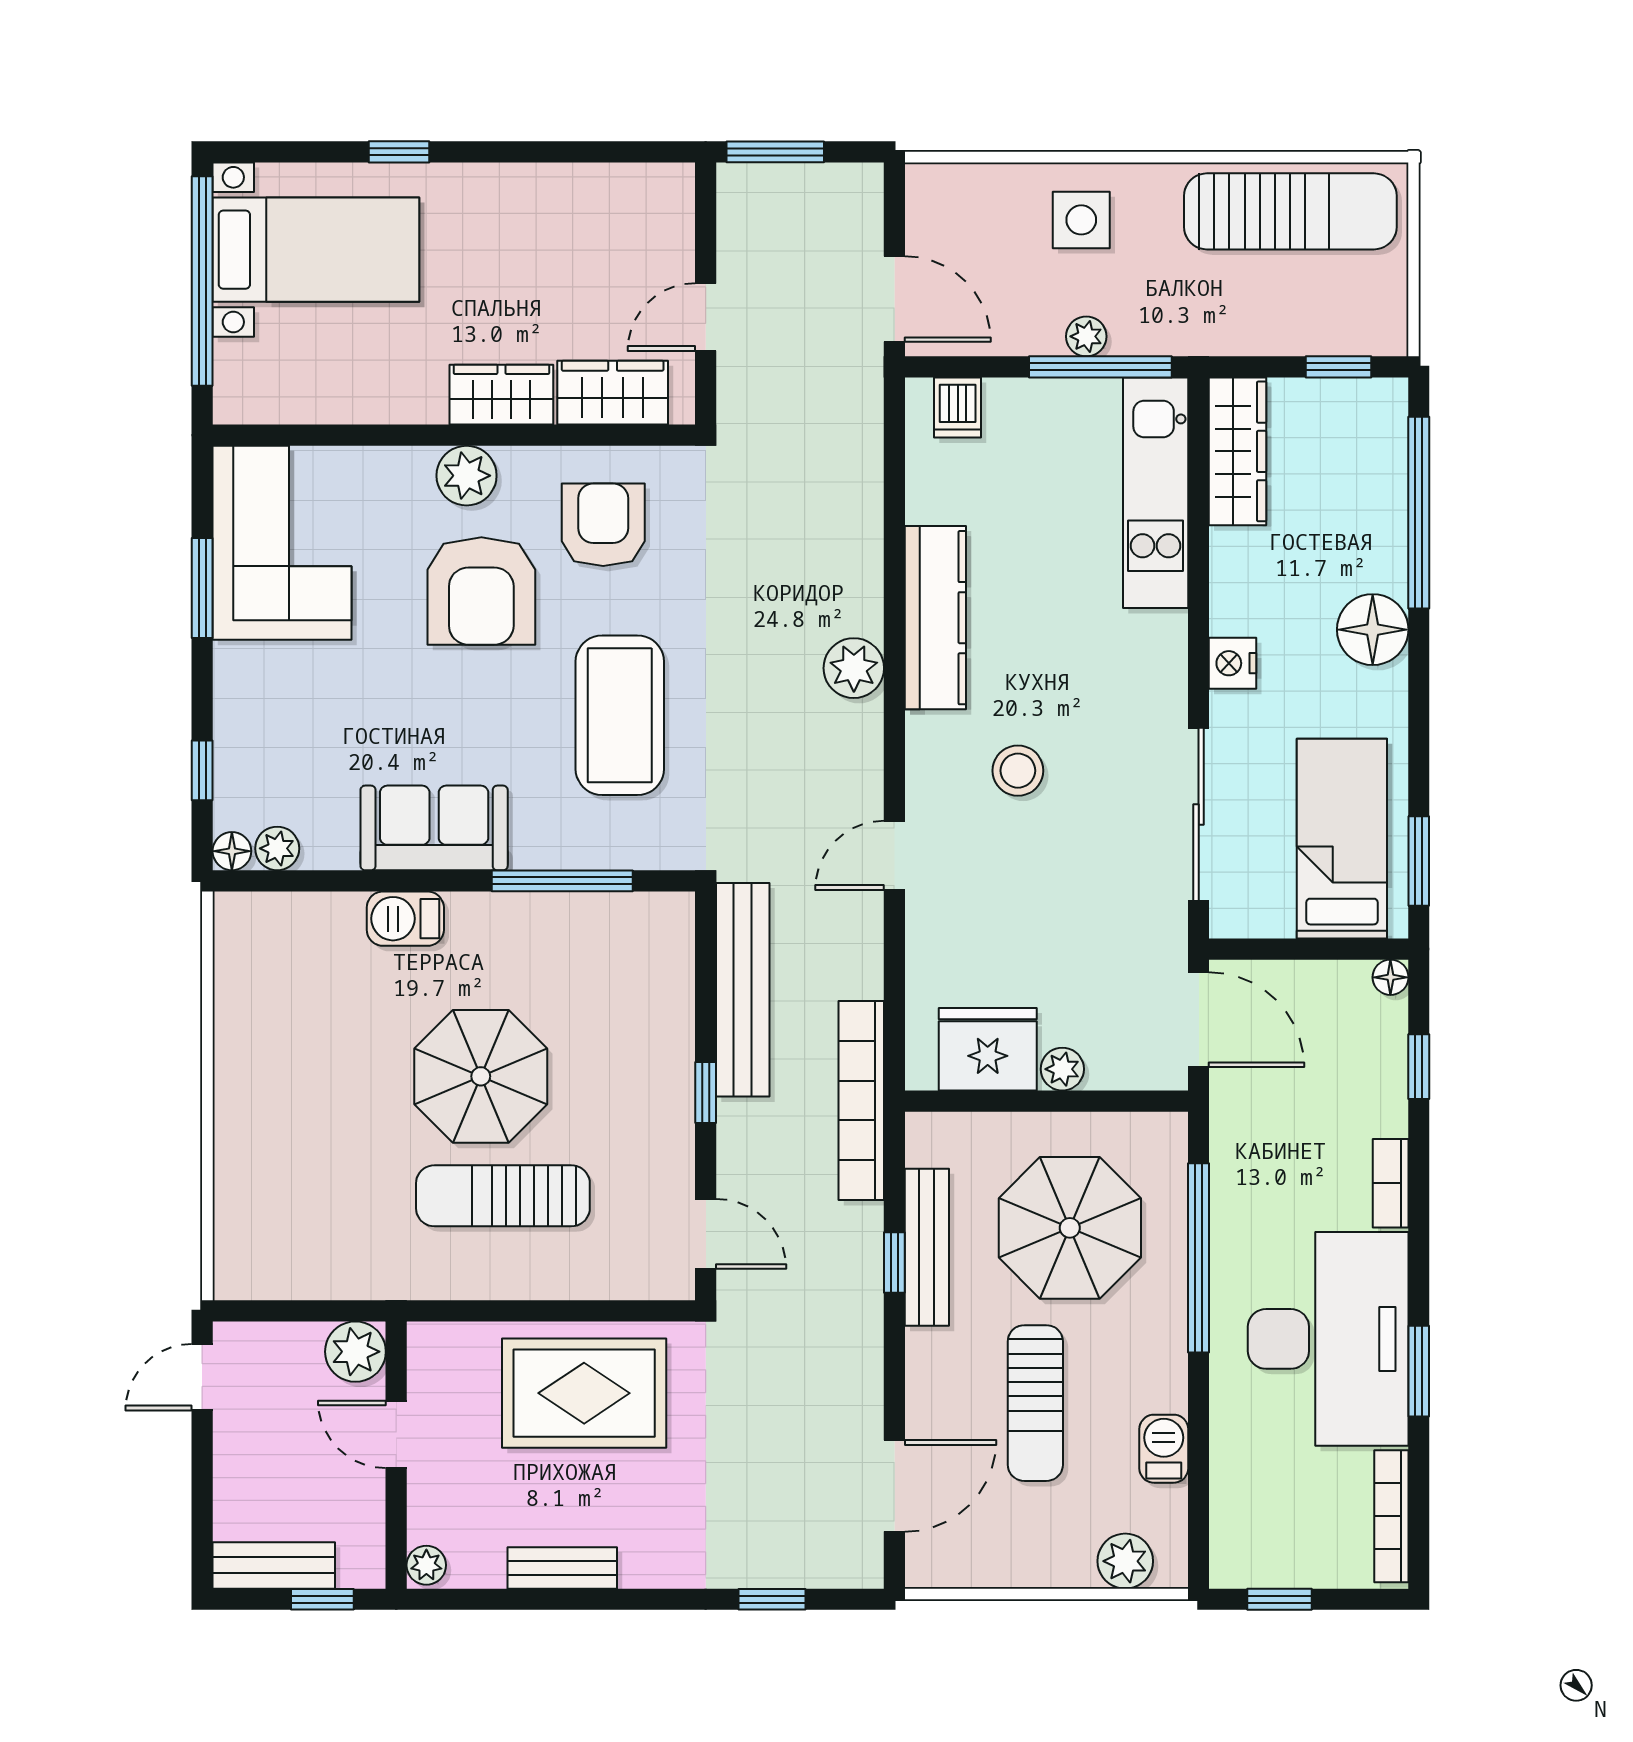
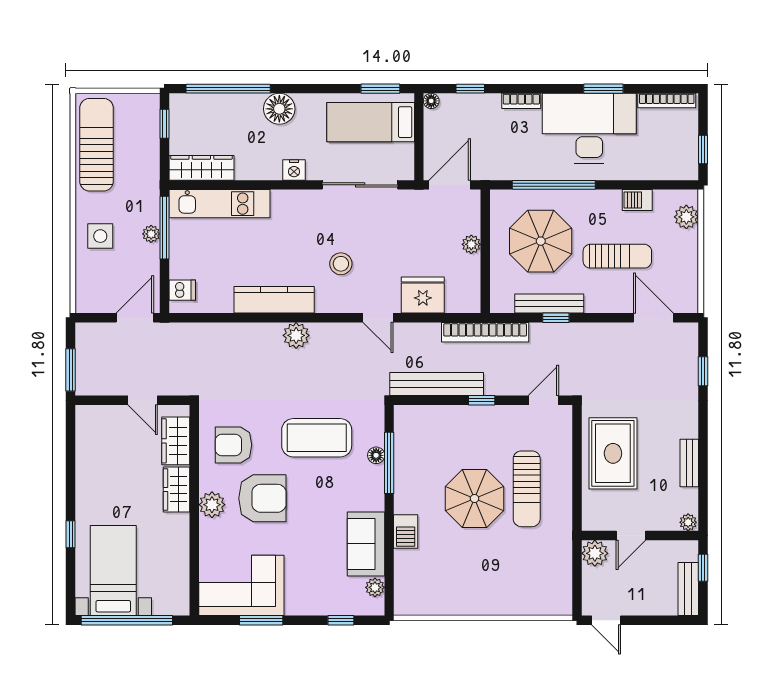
sofa: (434, 828) -> (366, 544), moved
floor lamp: (232, 851) -> (376, 455), moved
fridge: (988, 1049) -> (423, 295), moved, turned 90

